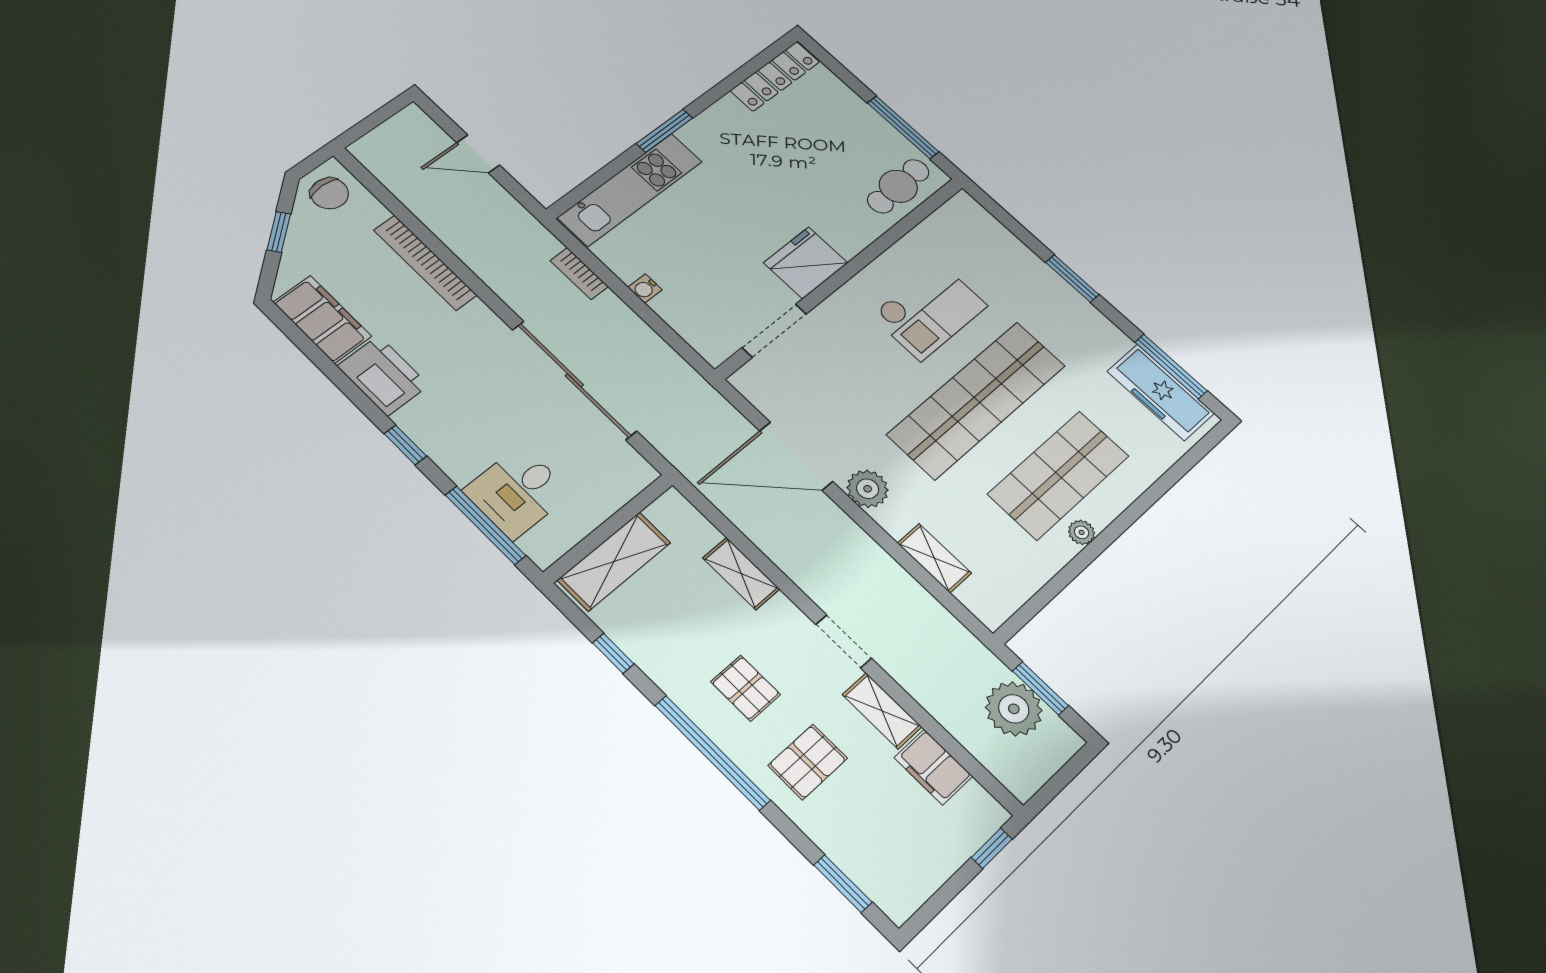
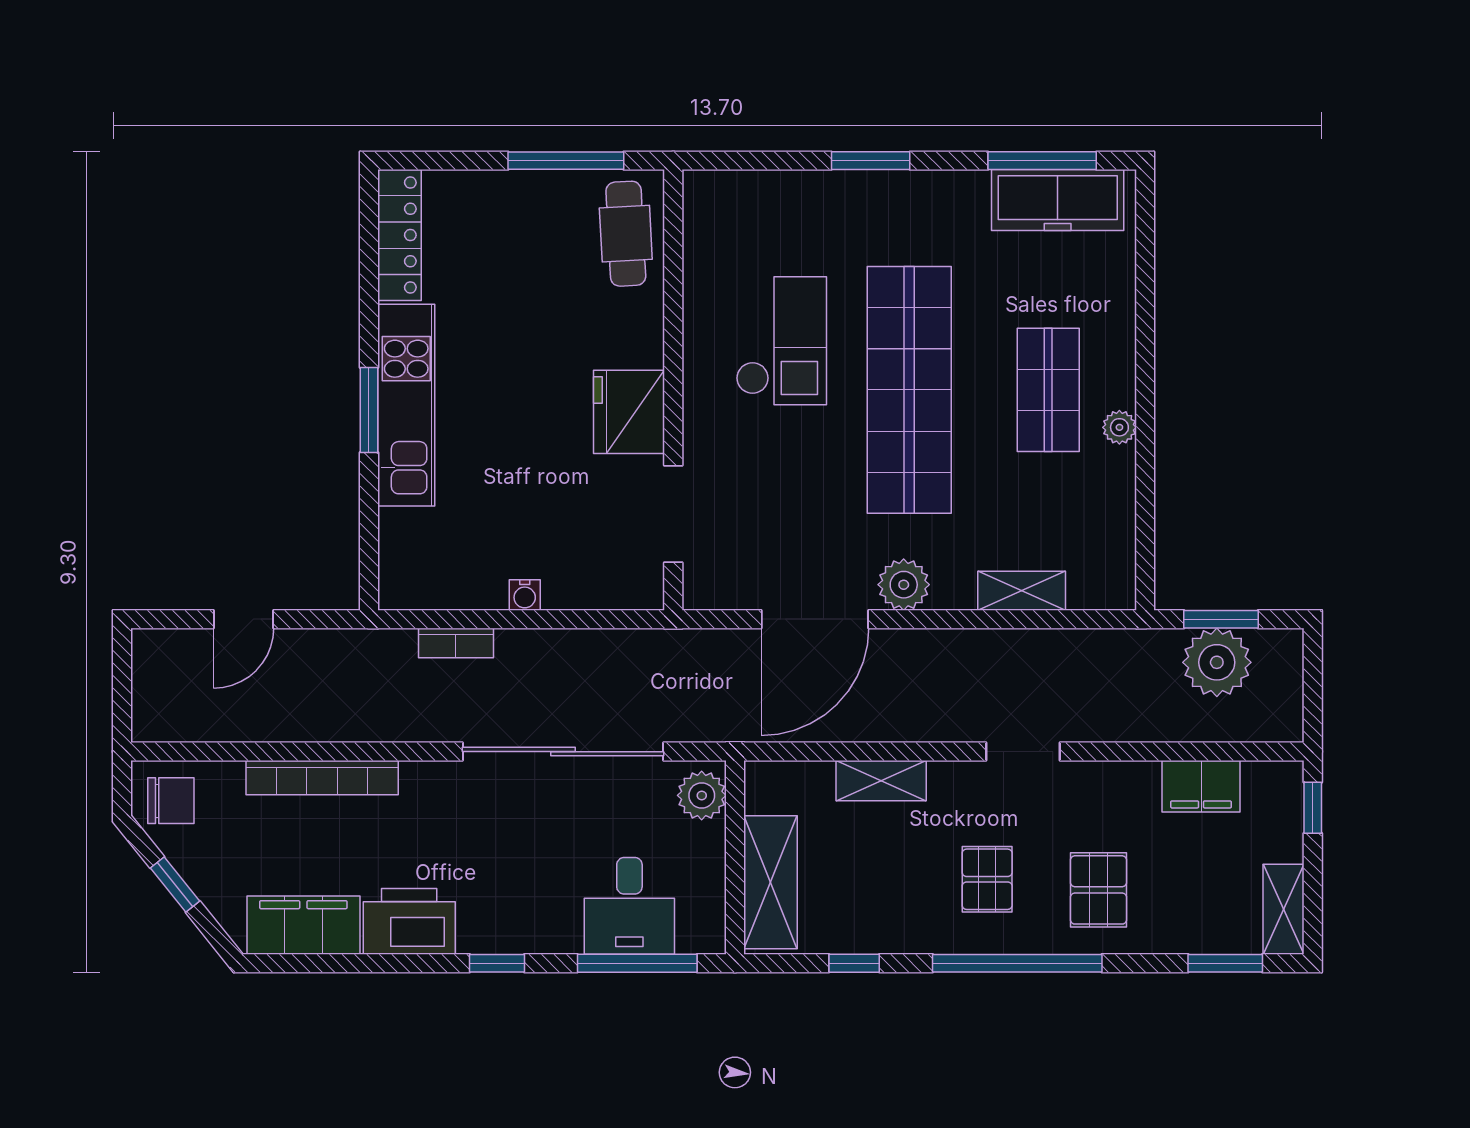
kitchen unit: (630, 189) -> (406, 405), moved
shop shelf: (1059, 475) -> (1048, 390), width x0.70, depth x0.74
plant: (627, 478) -> (702, 795), added
pallet: (746, 688) -> (987, 879), turned 90
shelving: (882, 711) -> (1284, 909), moved, turned 90

